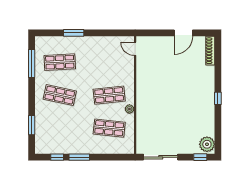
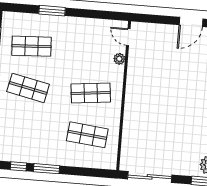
plant: (129, 109) -> (119, 59), moved

